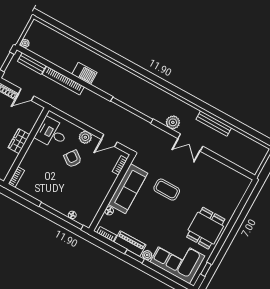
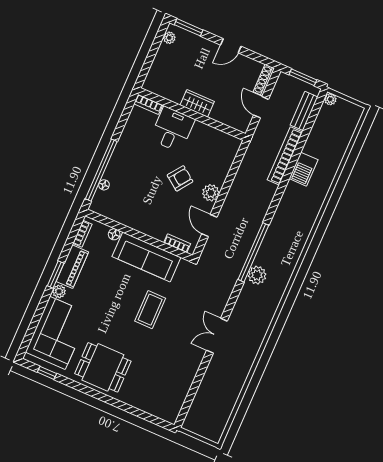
barbecue: (84, 73) -> (304, 169), moved
plant: (173, 122) -> (257, 275), moved
bench: (214, 124) -> (246, 365), removed
desk: (52, 133) -> (172, 129), moved

